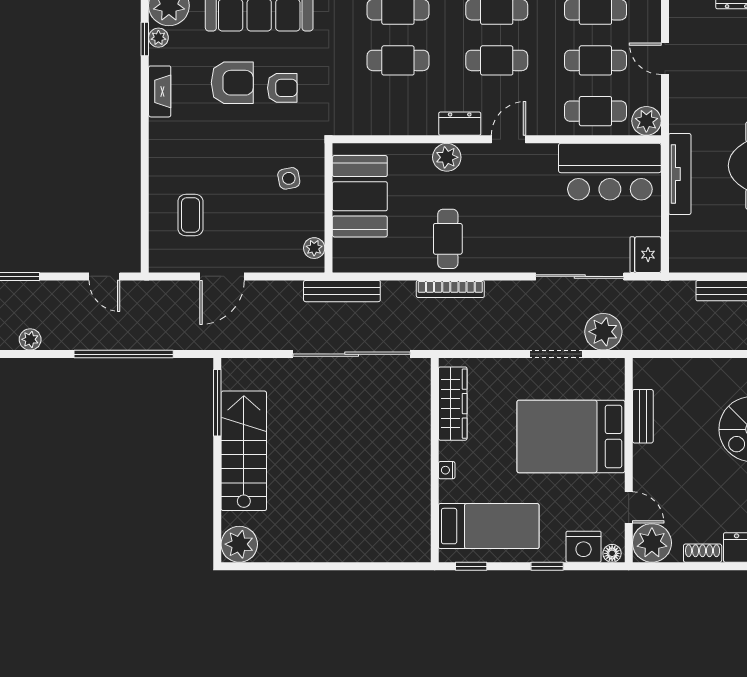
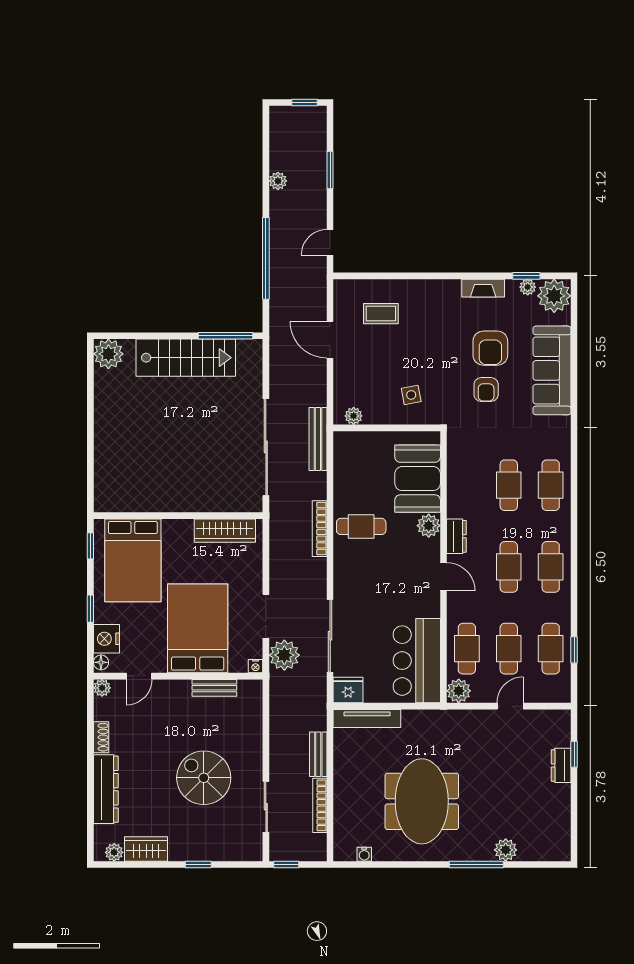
tv unit: (680, 174) -> (367, 718), moved
booth: (360, 196) -> (418, 479), moved, turned 90
nightstand: (447, 470) -> (255, 666), moved, turned 180
bed: (489, 526) -> (133, 560), width x1.50
plant: (652, 543) -> (102, 688), width x0.53, depth x0.53

